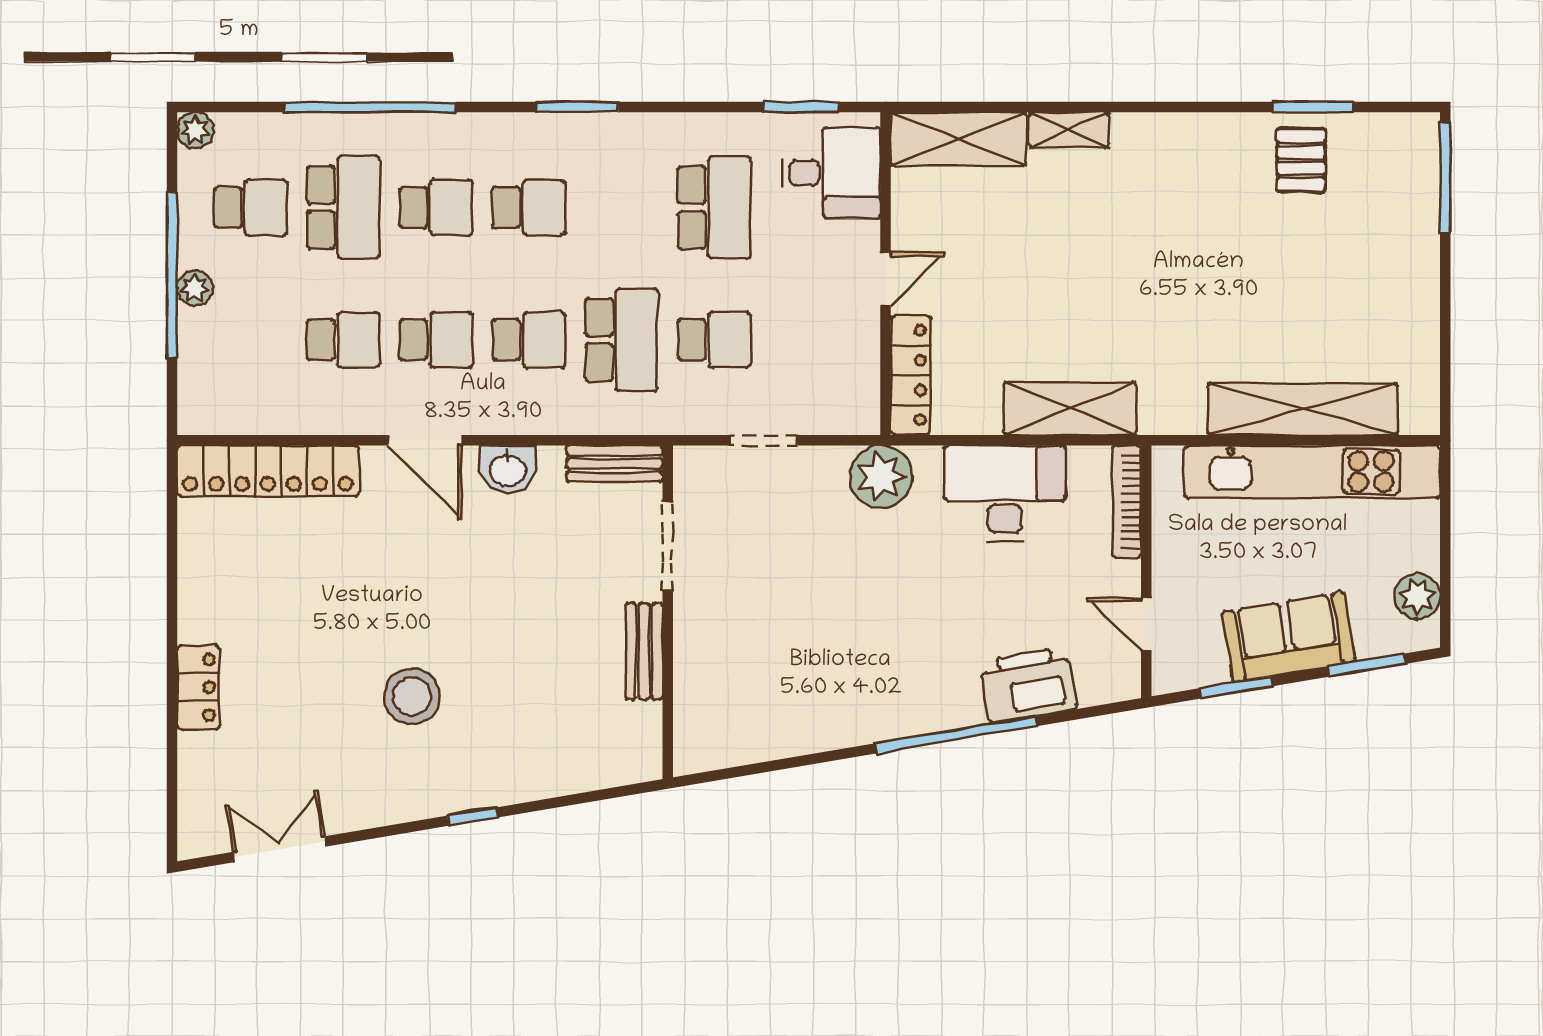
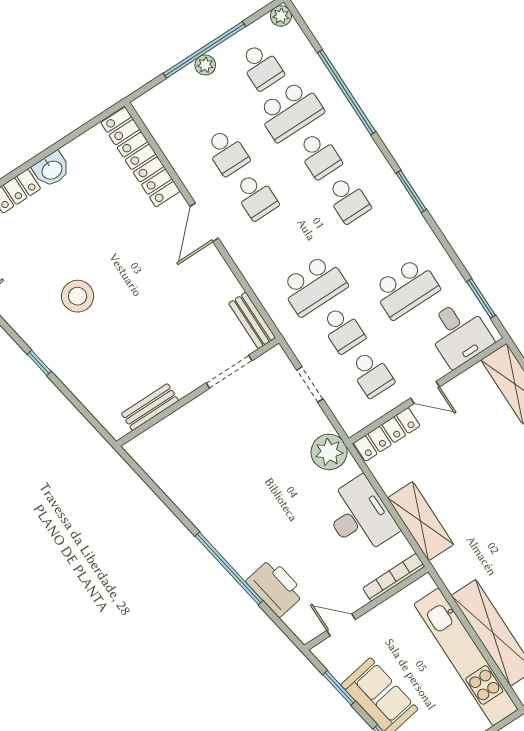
school desk: (529, 340) -> (371, 374), moved
washbasin: (508, 469) -> (52, 169), moved, turned -90
door: (1146, 624) -> (341, 625), hinge flipped
bench: (644, 651) -> (150, 407), moved

